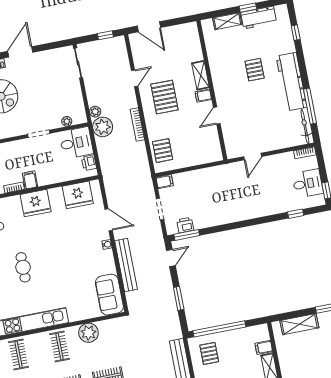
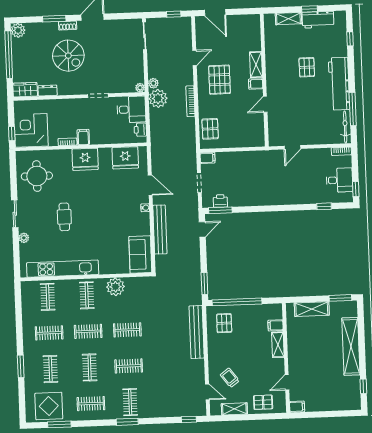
plant: (67, 121) -> (140, 88), moved
window: (179, 298) -> (204, 284), moved

